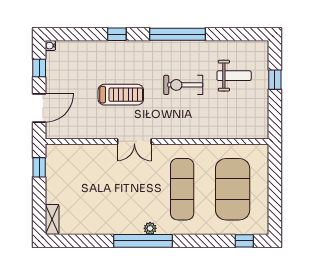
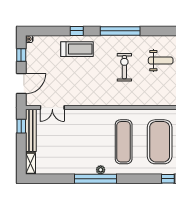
exercise bike: (183, 85) -> (124, 67), turned 90
treadmill: (121, 95) -> (77, 49), moved
double door: (134, 141) -> (52, 108), moved
bench: (53, 173) -> (31, 130), added

